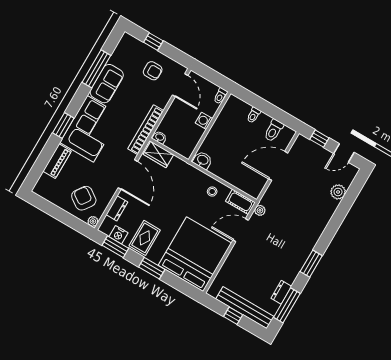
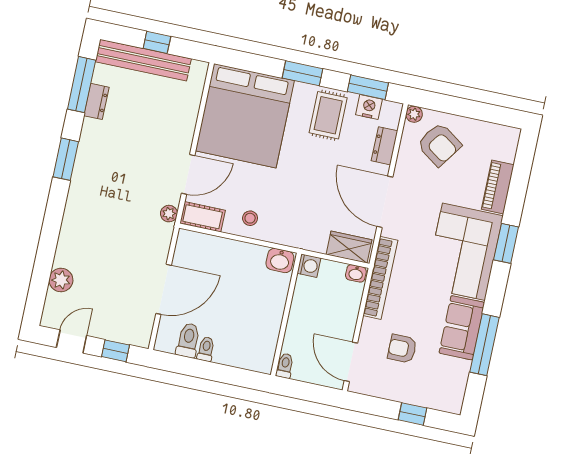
armchair: (153, 71) -> (402, 349), moved
toilet: (254, 115) -> (206, 349), moved
washing machine: (204, 121) -> (309, 266), moved

